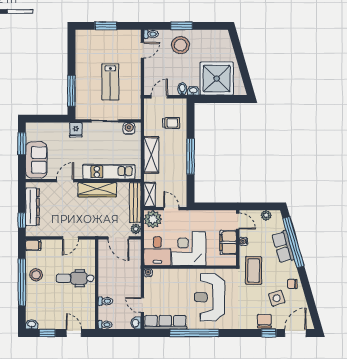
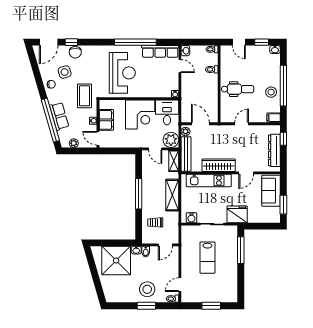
lab bench: (110, 82) -> (207, 258), turned 180
fridge: (76, 130) -> (237, 214), width x1.88, depth x1.34

